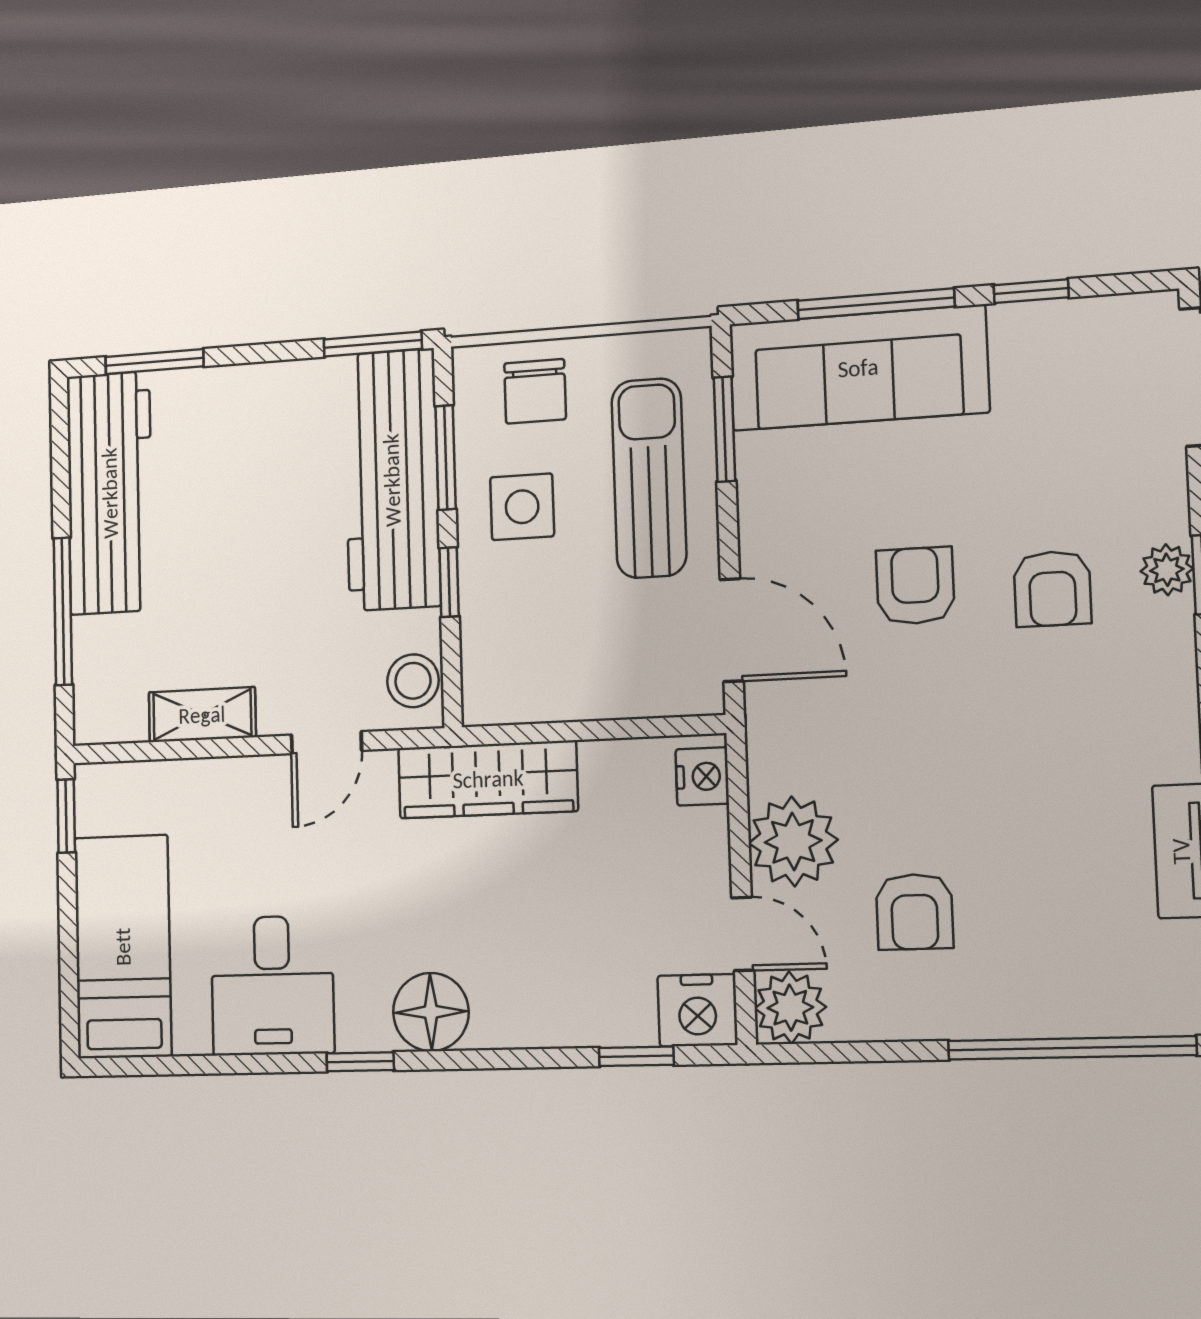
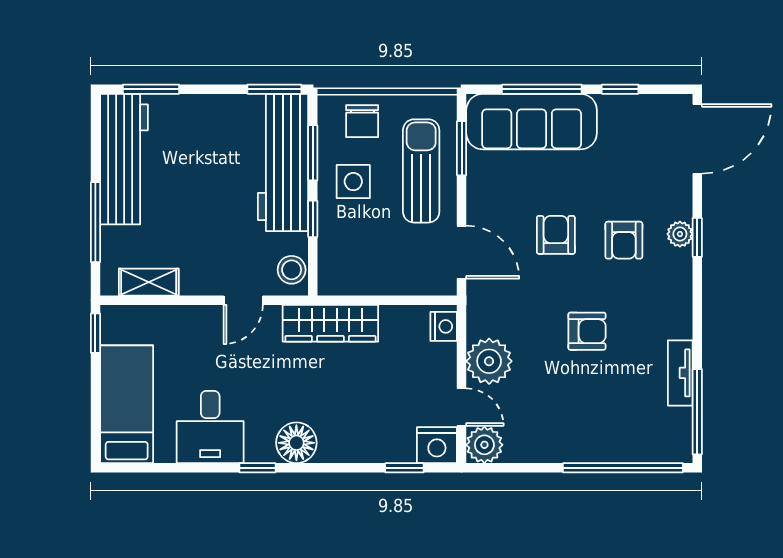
shelving: (202, 715) -> (149, 282), moved
armchair: (914, 912) -> (587, 331), moved, turned -90

